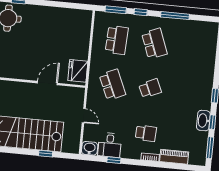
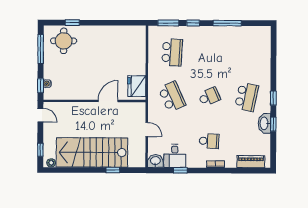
school desk: (154, 44) -> (247, 97), moved, turned 33
window: (210, 148) -> (273, 149), removed
piano: (174, 157) -> (251, 162), moved

